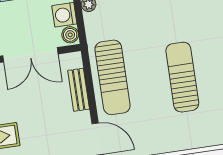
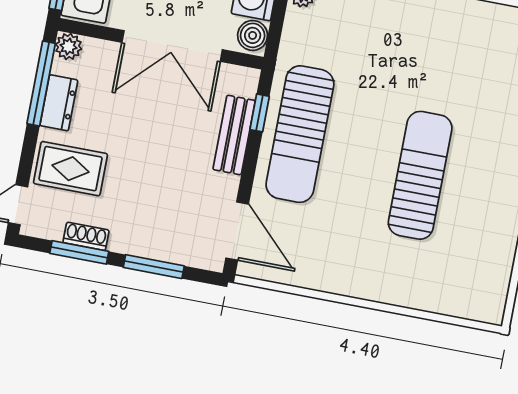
window: (88, 74) -> (260, 113), added

